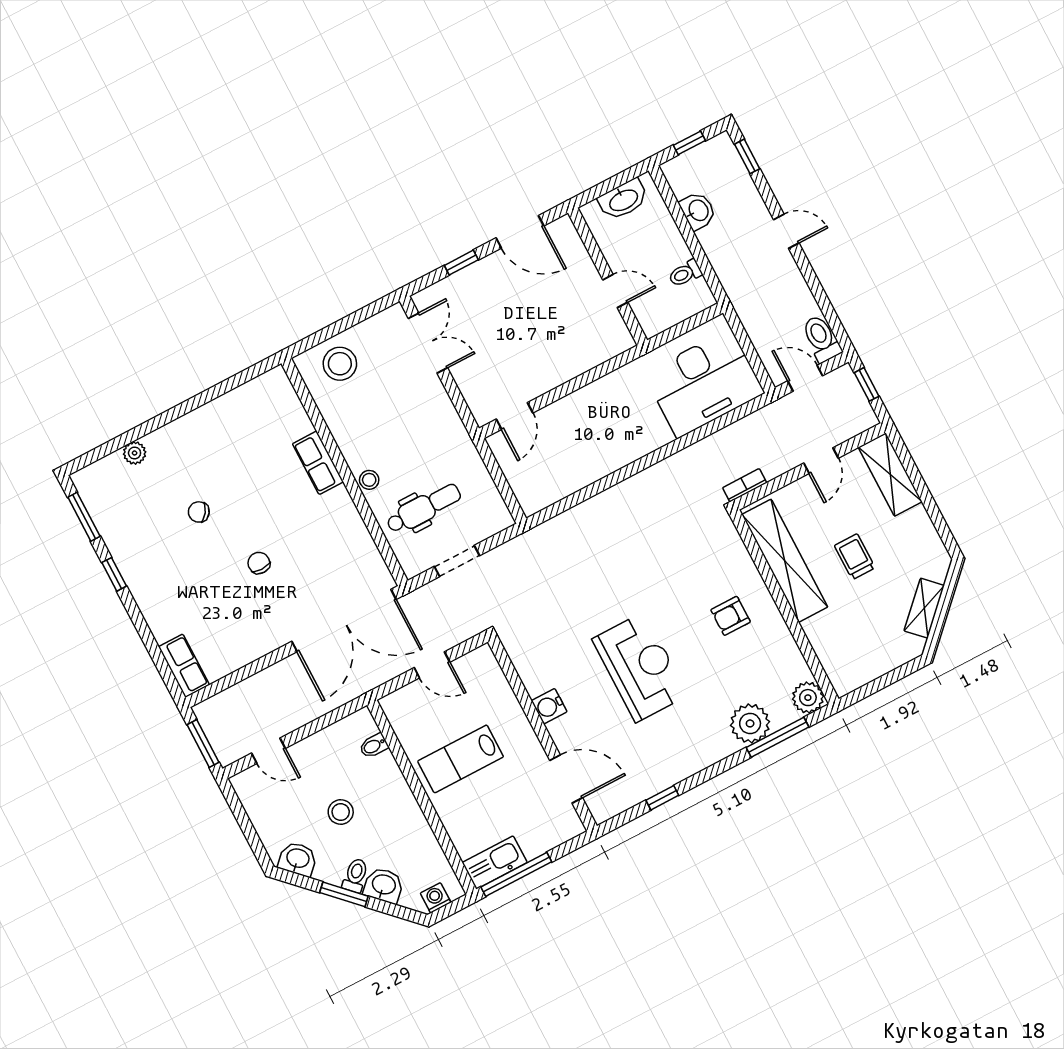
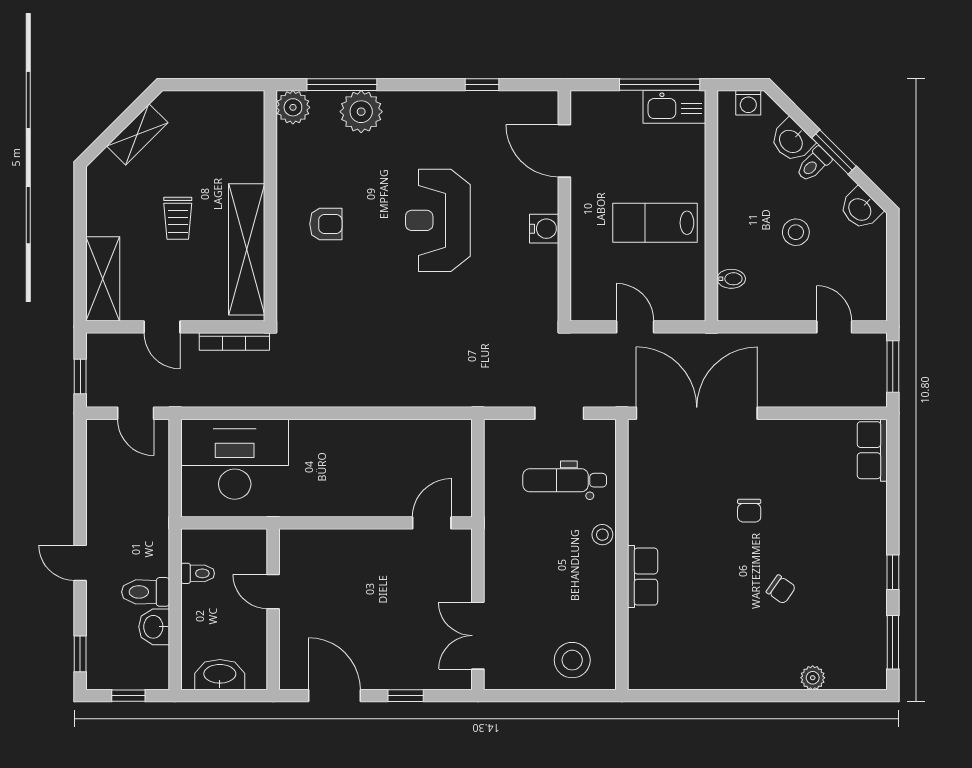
toilet: (821, 339) -> (146, 592), moved, turned 90
door: (821, 461) -> (162, 327), swing flipped
bookcase: (745, 485) -> (234, 342), width x1.56
lab bench: (461, 759) -> (655, 223), turned 180

